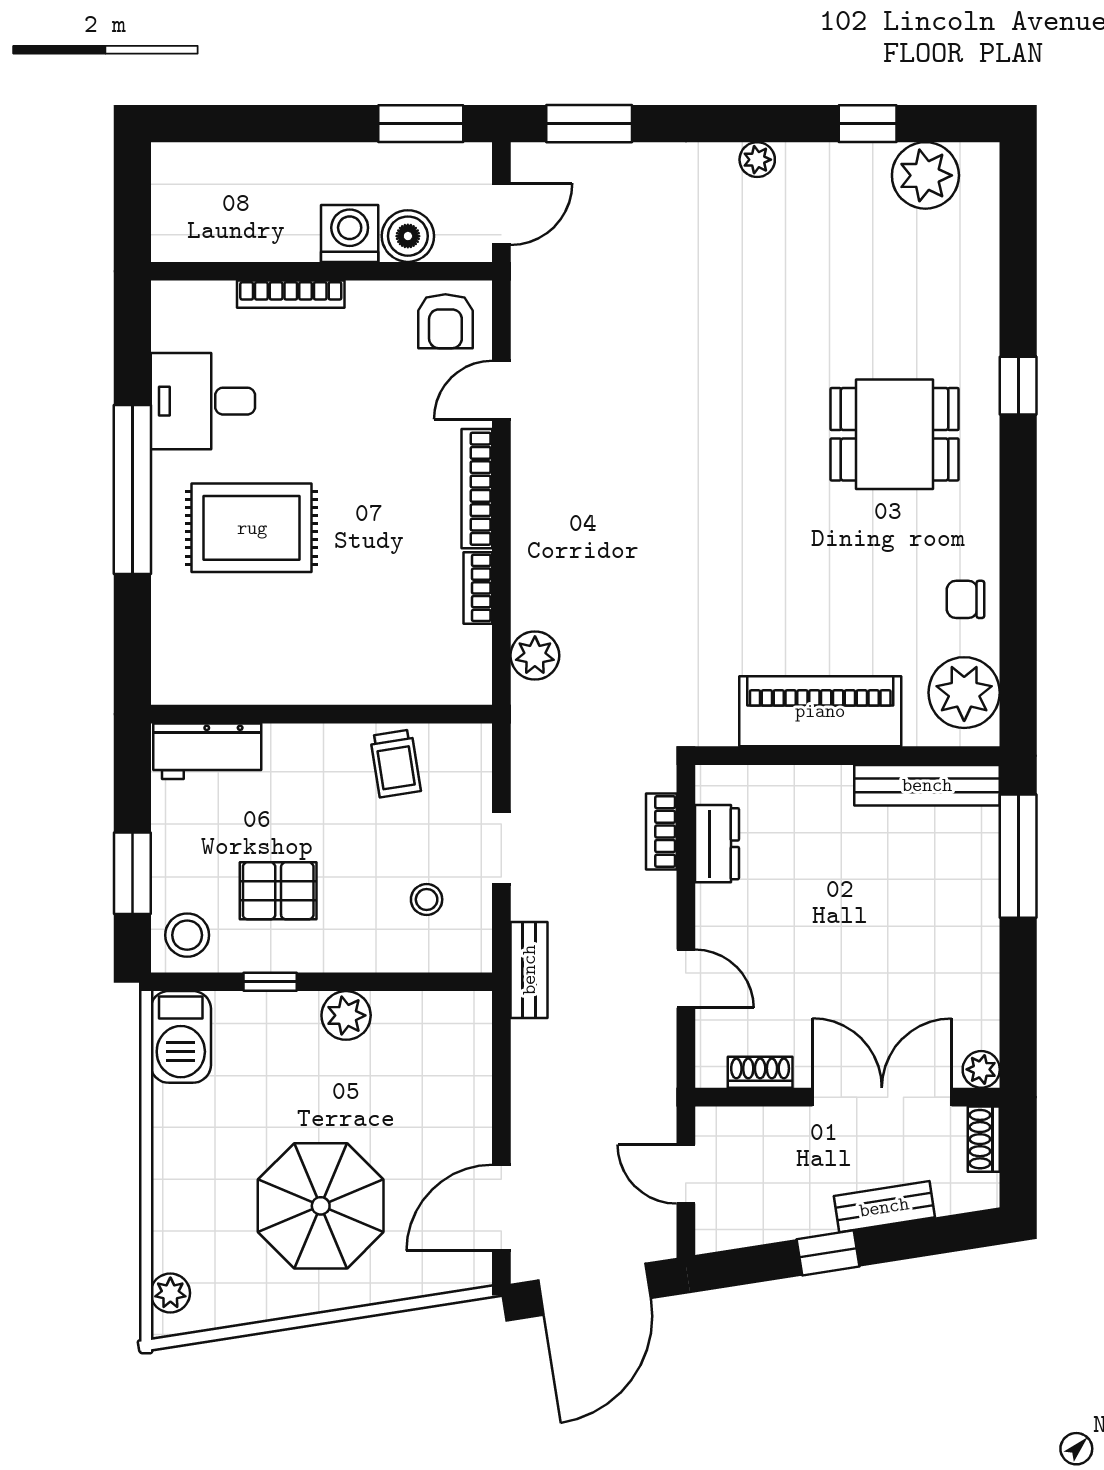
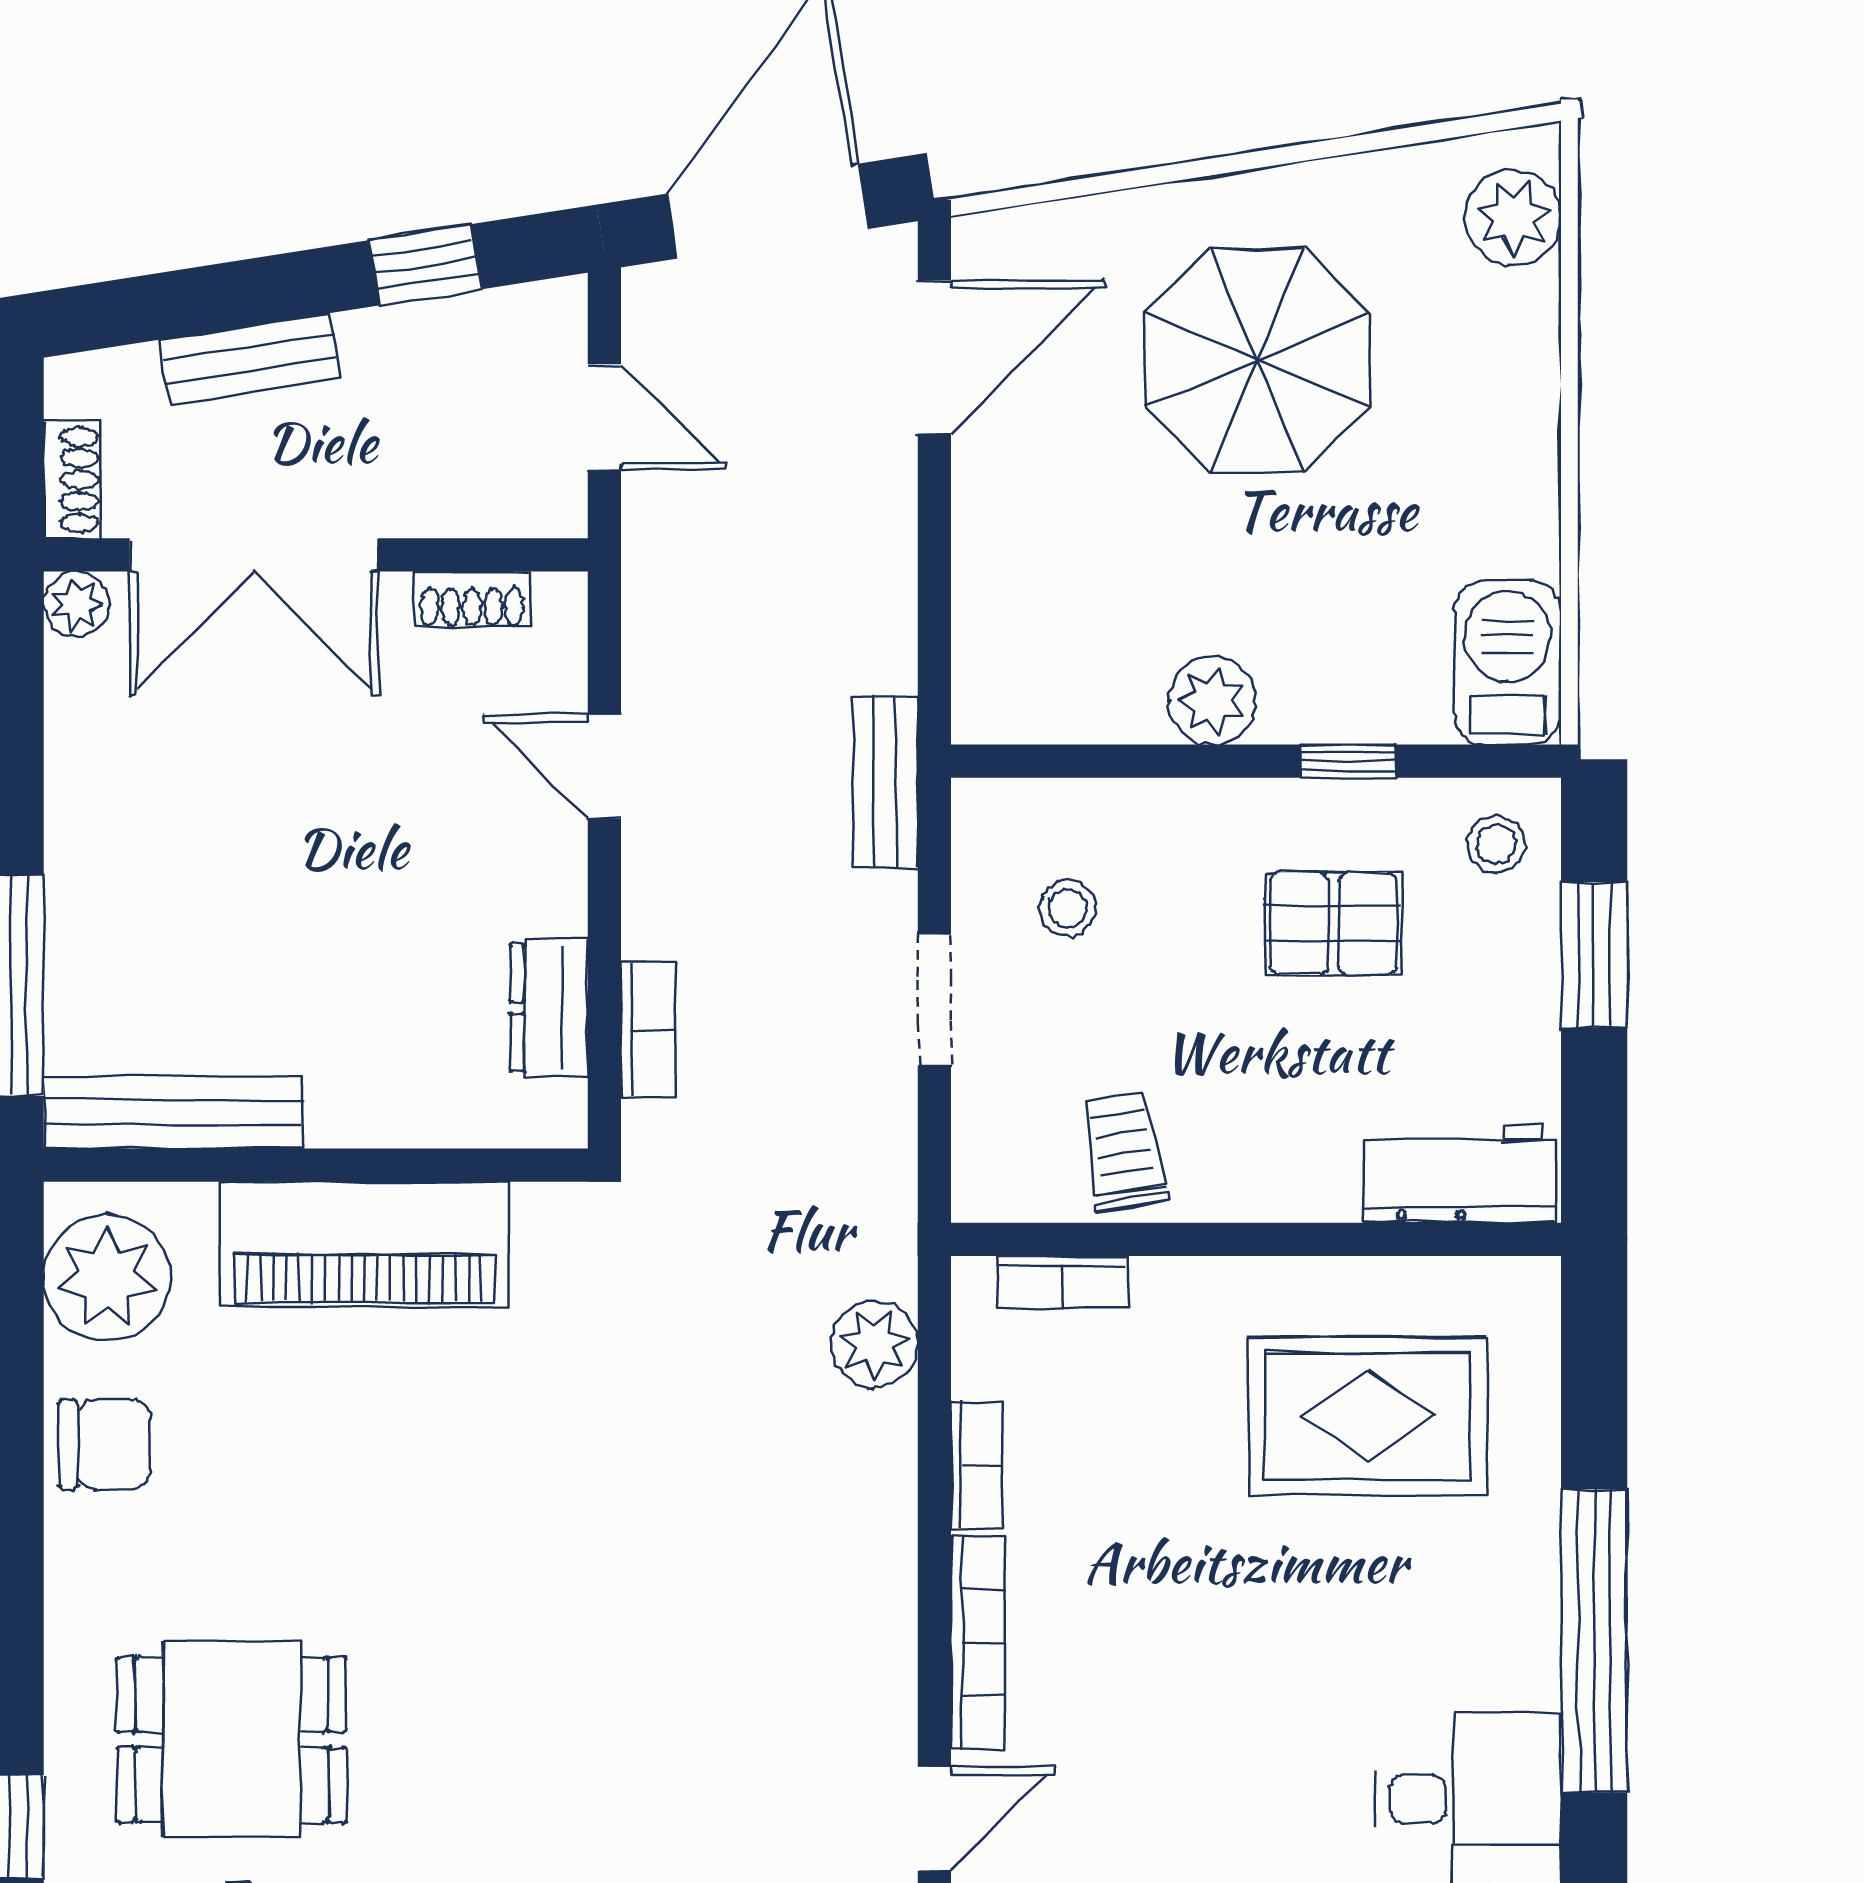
rug: (252, 528) -> (1368, 1416), moved
chair: (965, 599) -> (105, 1445), width x1.37, depth x1.37
bookcase: (430, 690) -> (1062, 1282), added
stool: (187, 935) -> (1496, 844), width x0.73, depth x0.73
window: (828, 1253) -> (425, 265), moved
plant: (170, 1293) -> (1513, 218), width x1.38, depth x1.38

